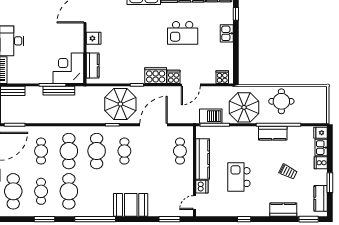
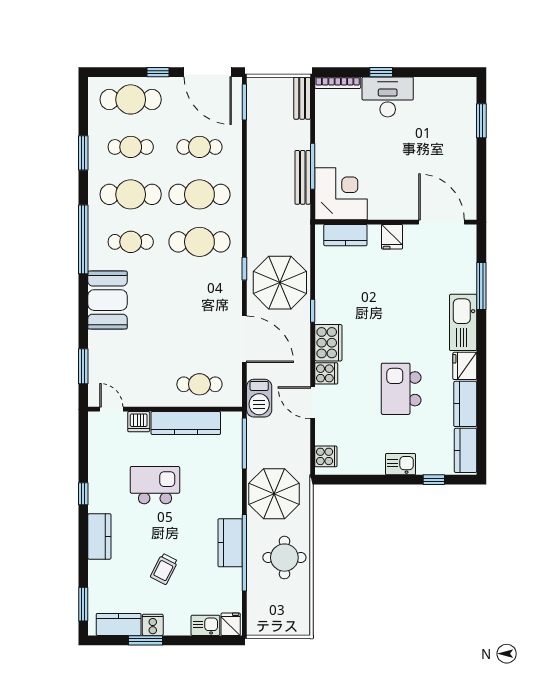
barbecue: (211, 116) -> (259, 398), moved
cafe table: (124, 151) -> (131, 242), moved
cooker: (321, 163) -> (153, 625), moved
kitchen counter: (283, 210) -> (99, 536), moved

